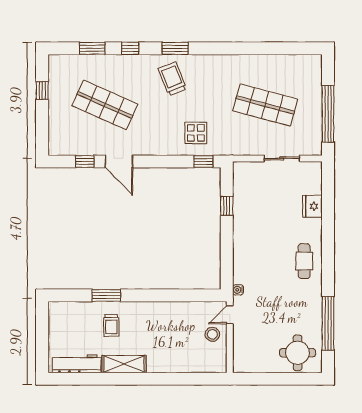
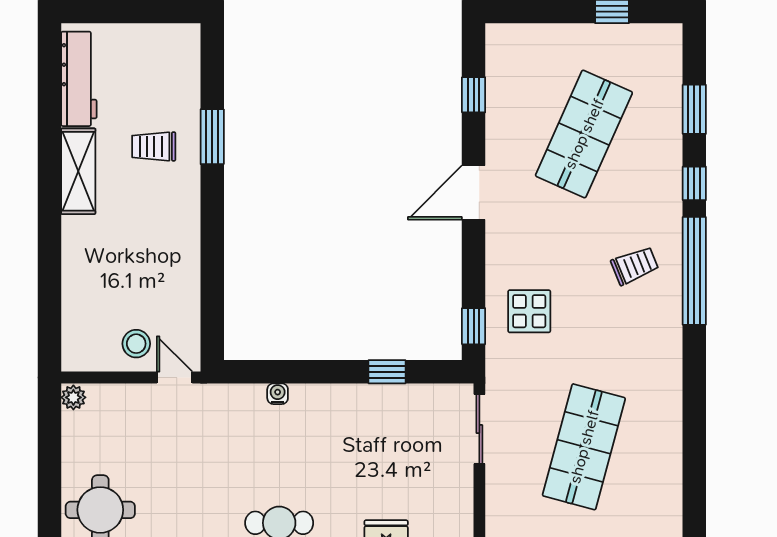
window: (175, 48) -> (694, 271), width x2.11
trolley: (172, 79) -> (635, 266), width x0.73, depth x0.72
sliding door: (282, 158) -> (479, 429), moved
door: (119, 161) -> (474, 192), moved
water cooler: (238, 290) -> (278, 394), moved
plant: (240, 367) -> (73, 397), added

